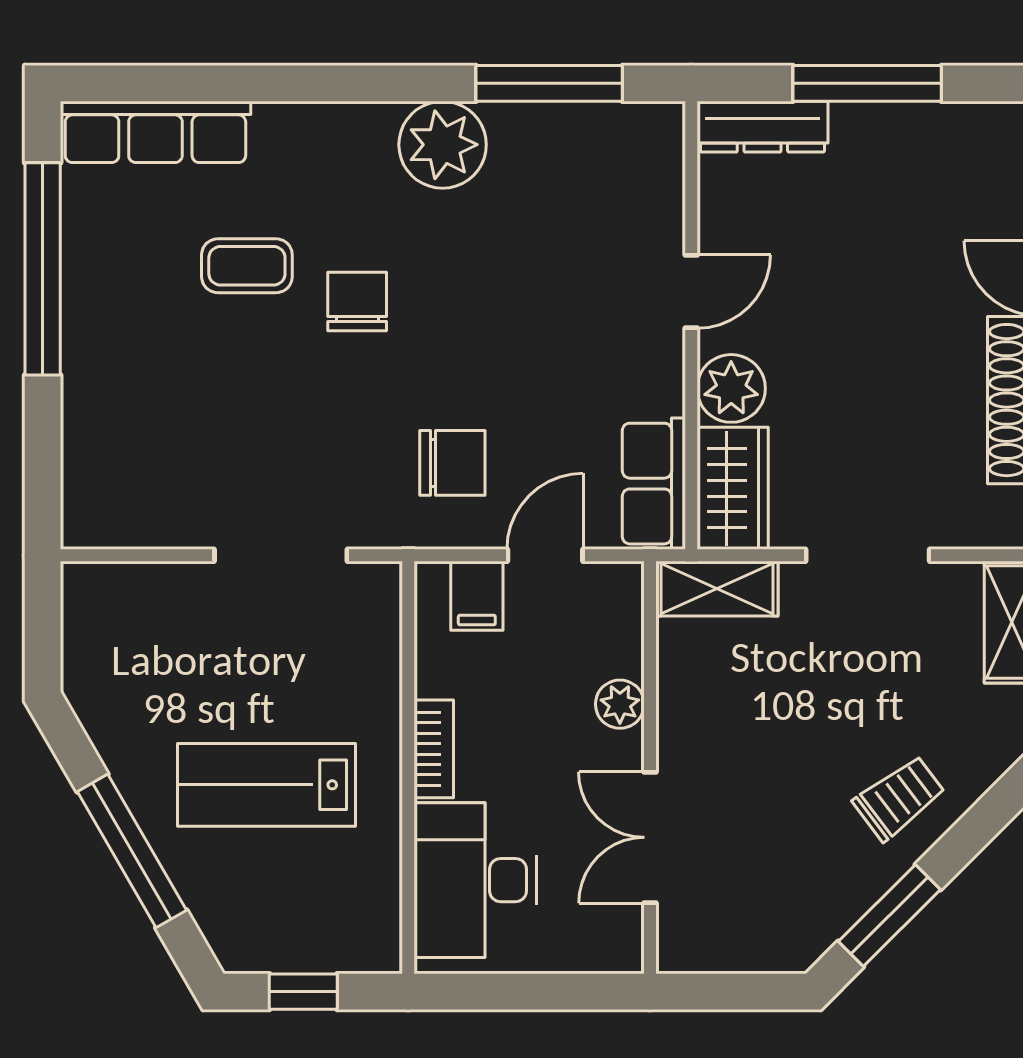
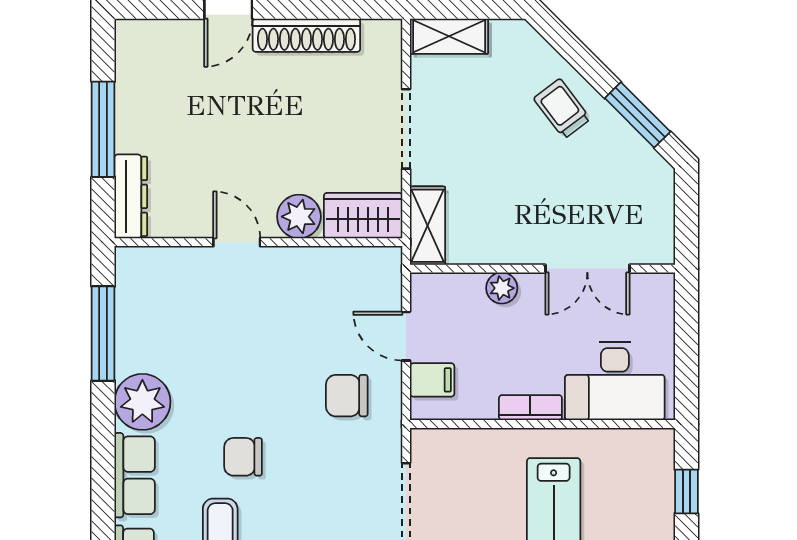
chair: (452, 463) -> (347, 396), turned -90
row of seats: (654, 484) -> (135, 475), moved, turned -90

